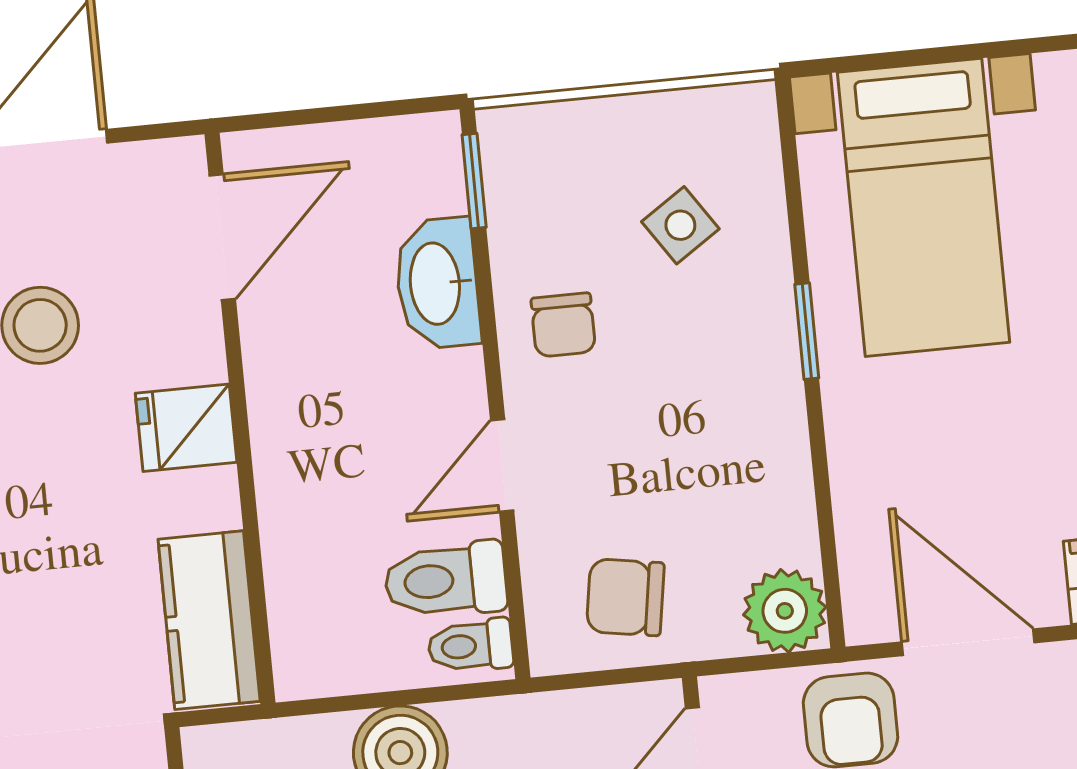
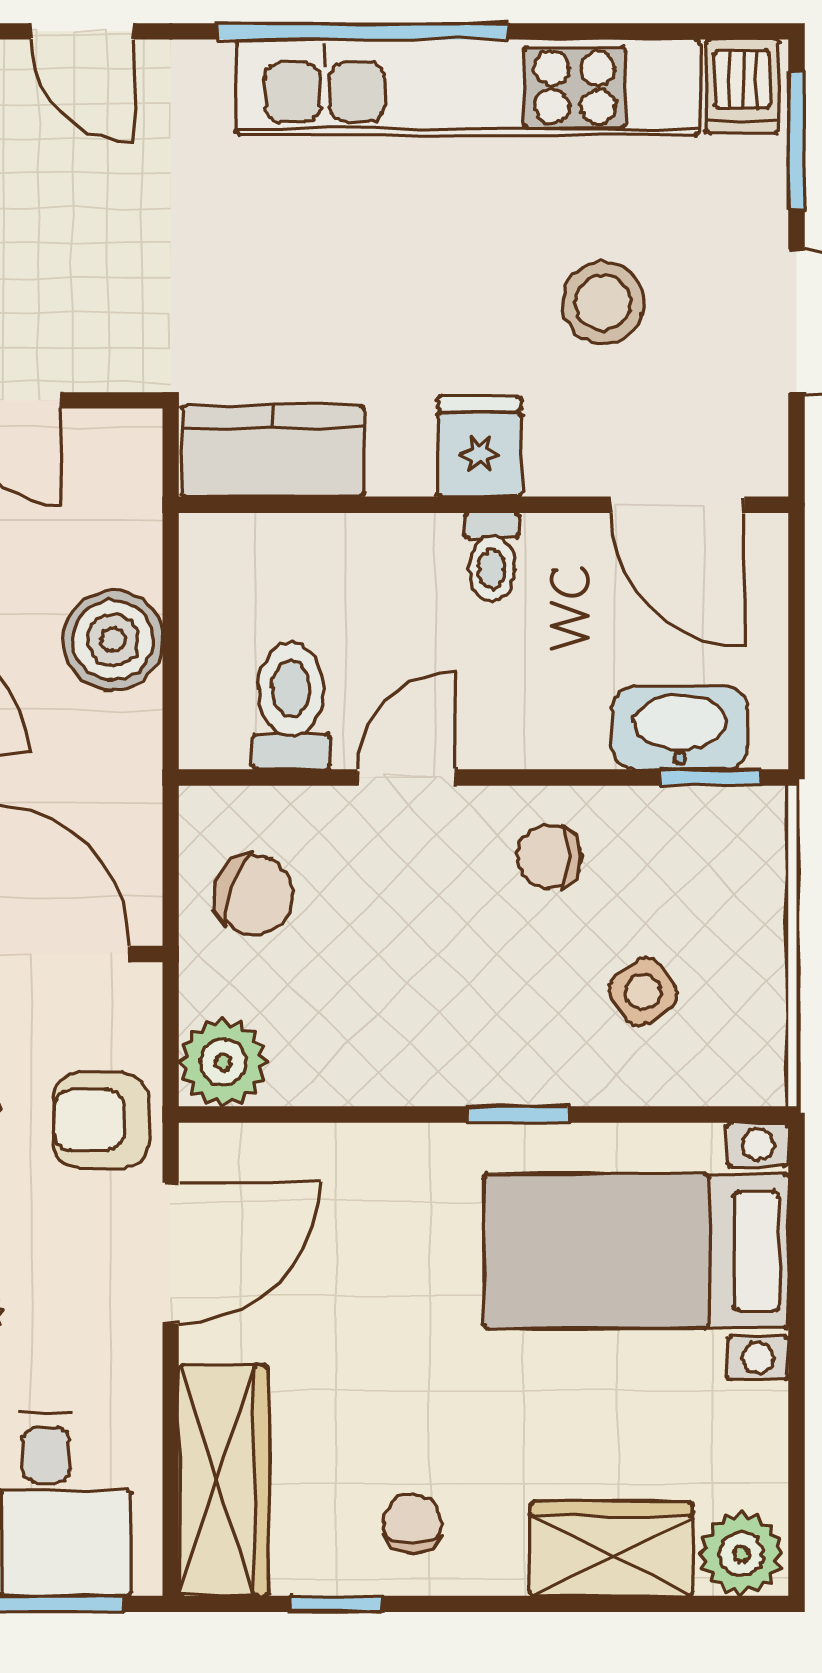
washbasin: (437, 283) -> (680, 728), moved
door: (502, 466) -> (406, 778), hinge flipped
chair: (625, 597) -> (254, 895), turned 100
toilet: (470, 646) -> (492, 557), moved, turned 180

